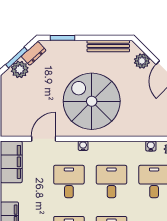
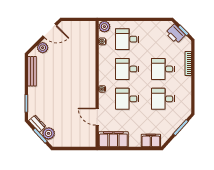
spiral stairs: (92, 101) -> (71, 83), removed

